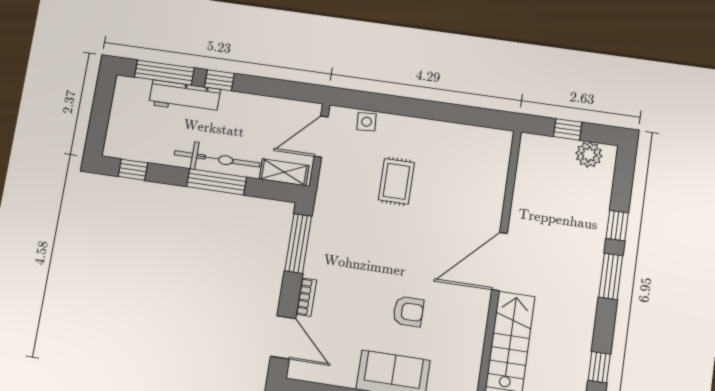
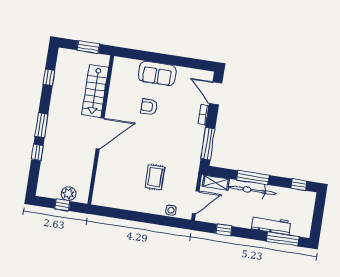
window: (219, 80) -> (224, 230), moved
plant: (589, 154) -> (69, 194), moved

